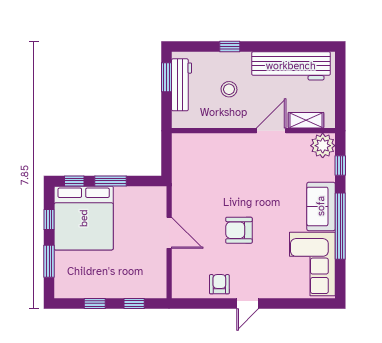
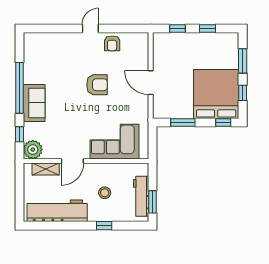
window: (111, 181) -> (183, 122), moved
corner sofa: (312, 264) -> (114, 142), moved, turned -90

